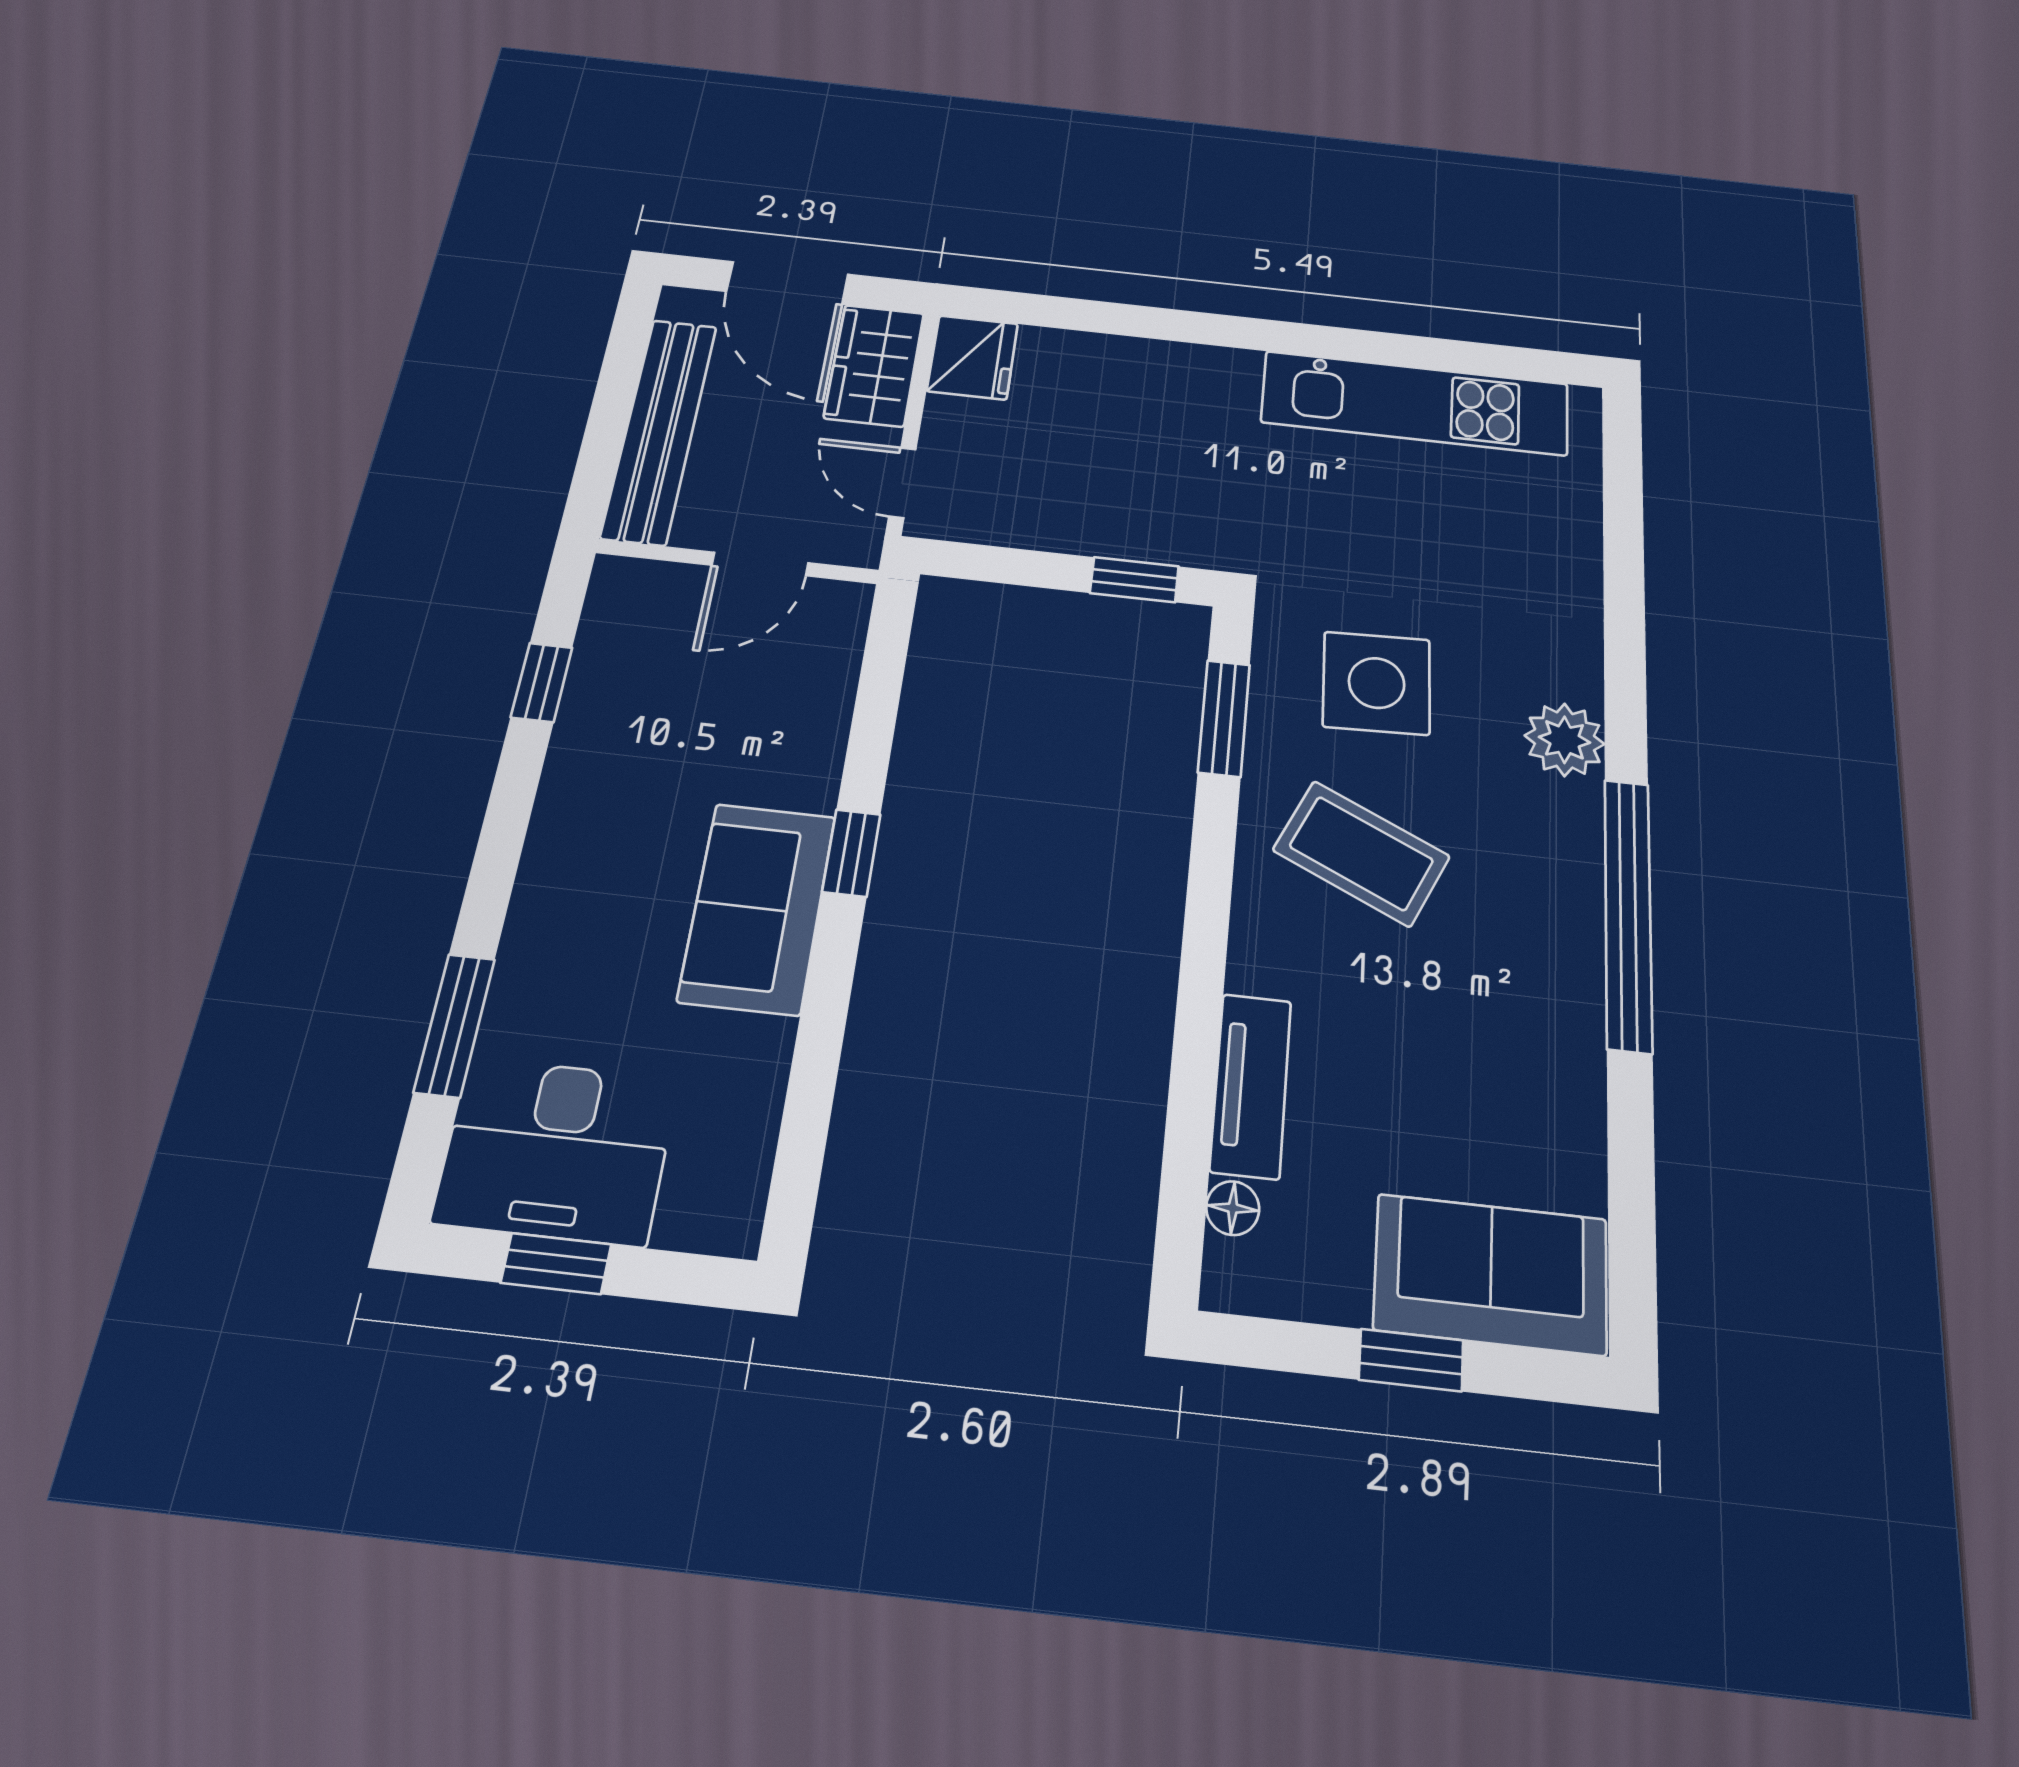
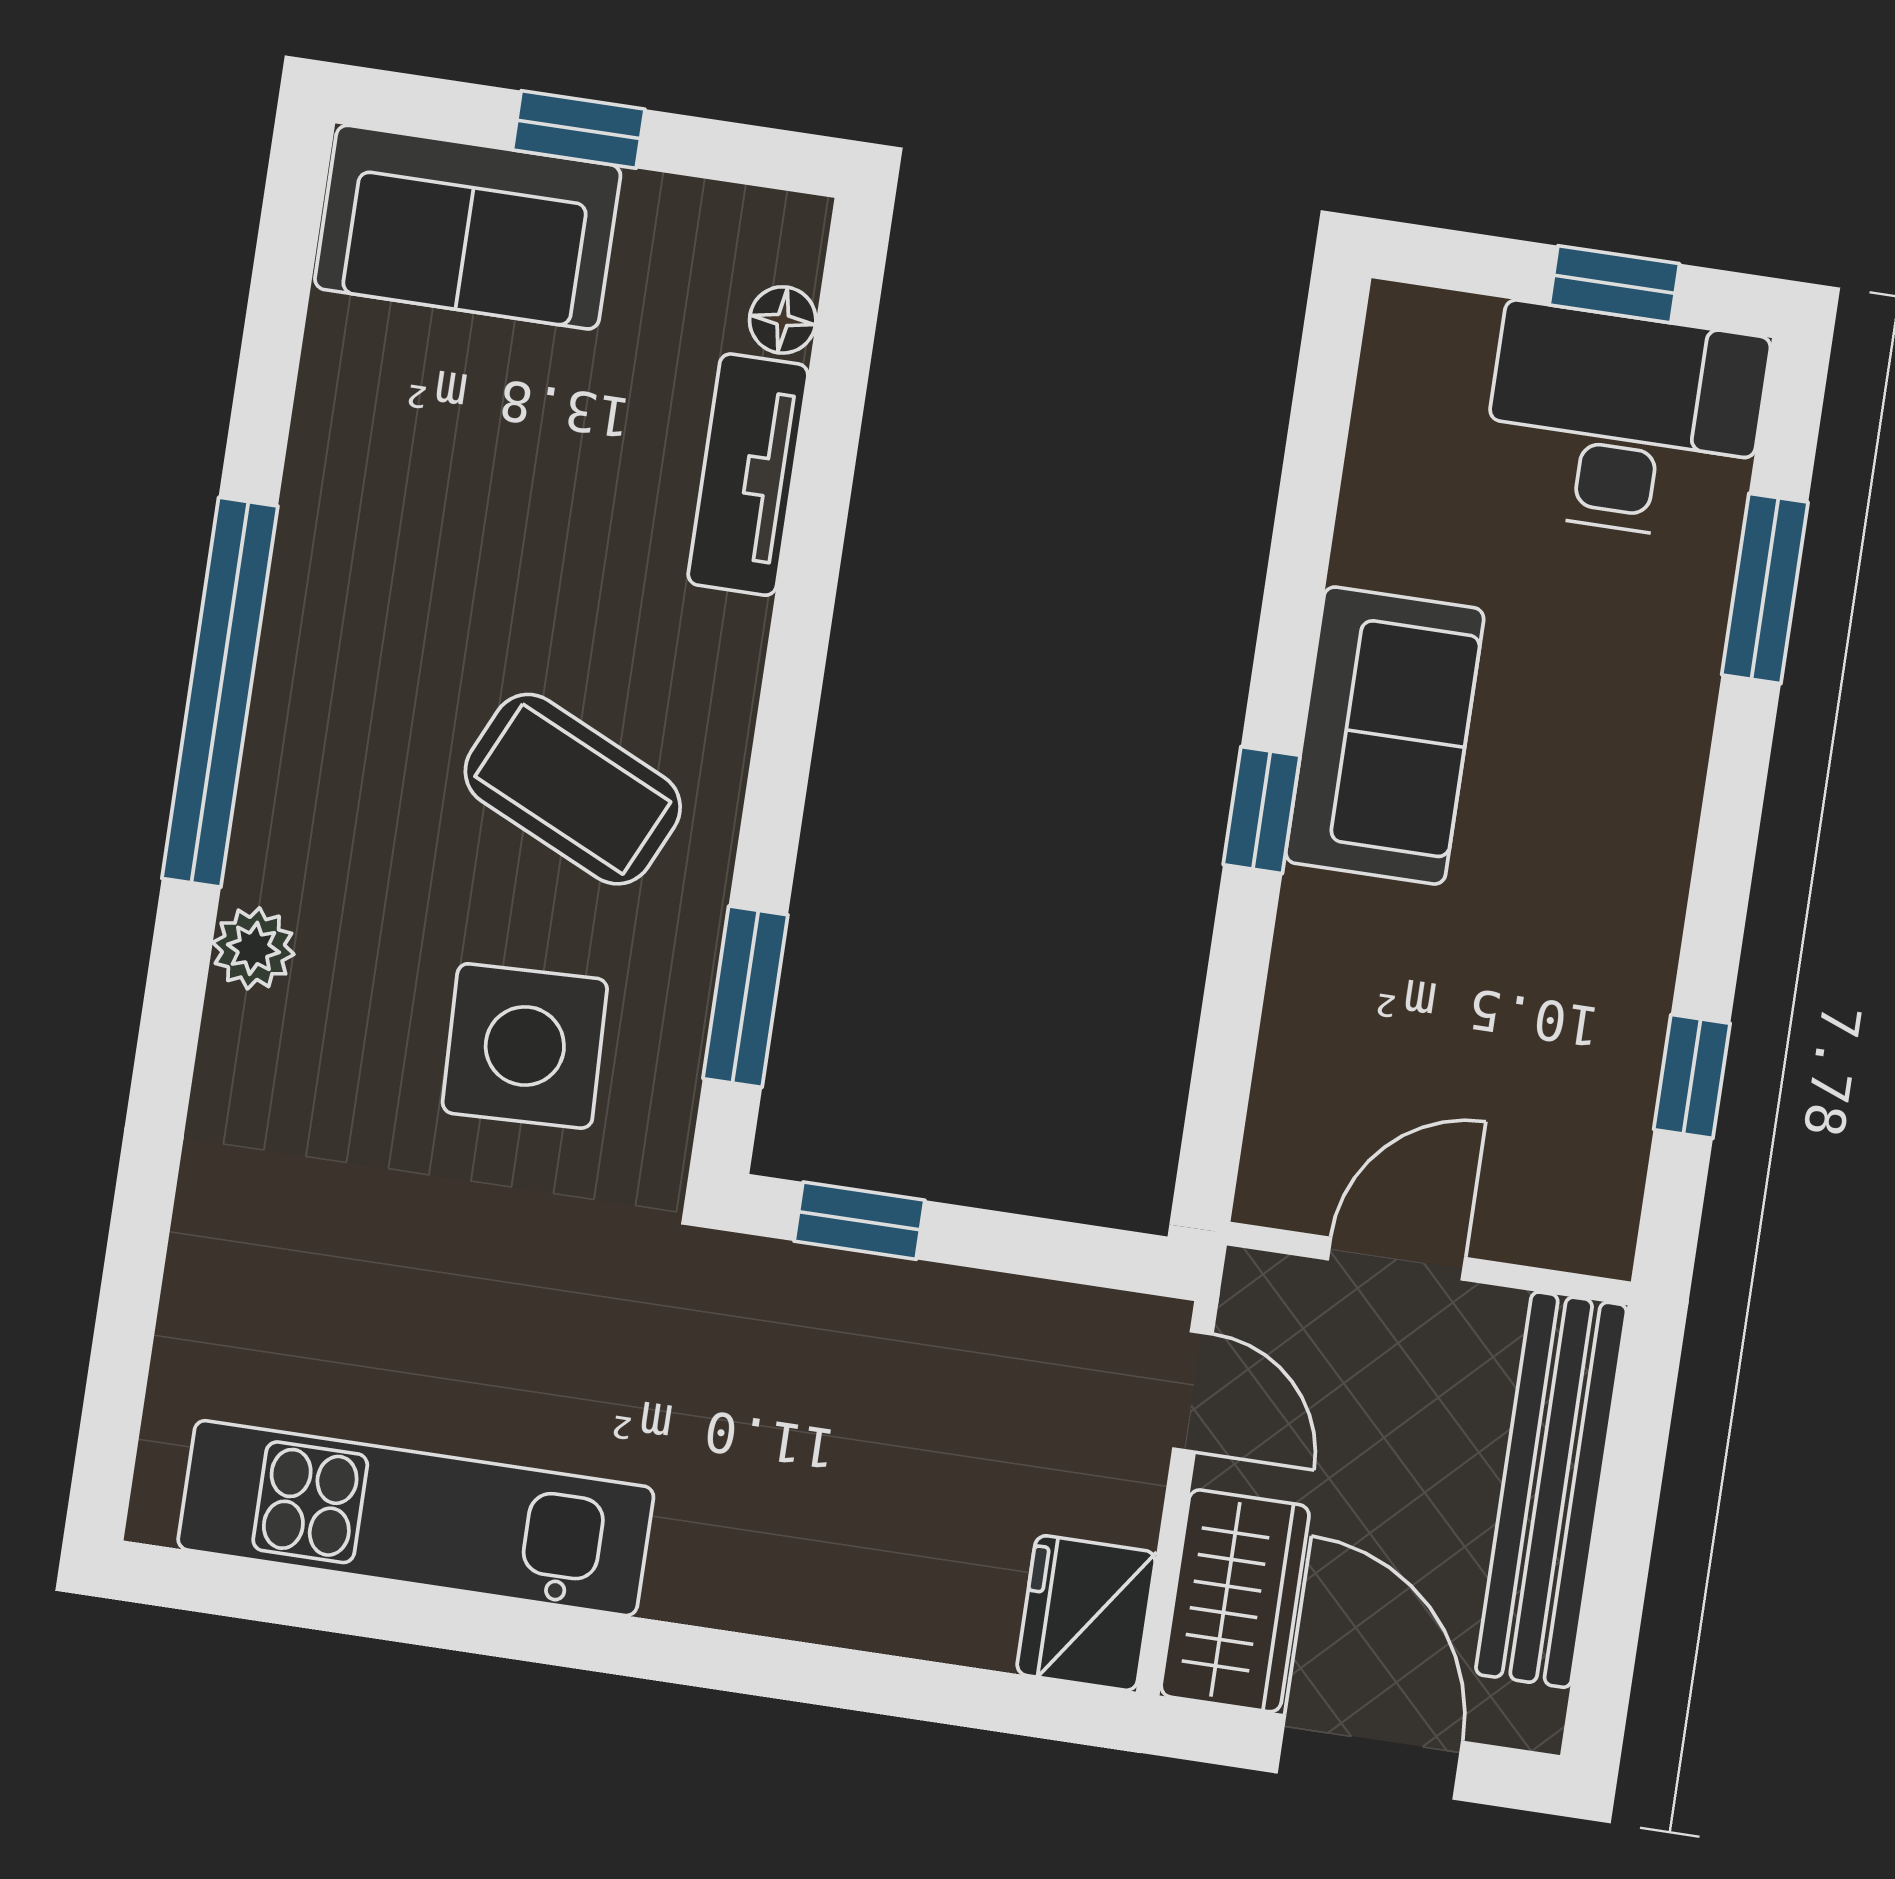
plant: (1565, 740) -> (253, 948), width x0.73, depth x0.73

